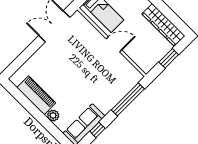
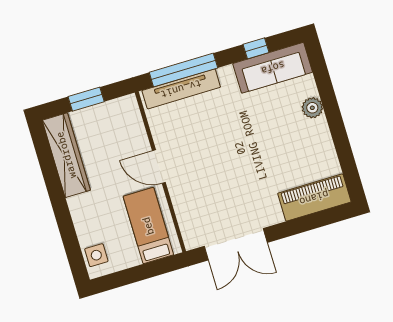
tv unit: (124, 89) -> (181, 89), added
piano: (36, 95) -> (314, 198), moved, turned 90

